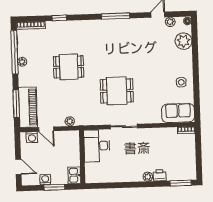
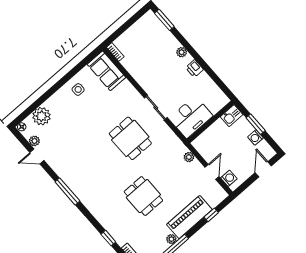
window: (16, 104) -> (211, 215), width x0.46
piano: (28, 107) -> (189, 217), moved
printer: (160, 175) -> (194, 68), moved

